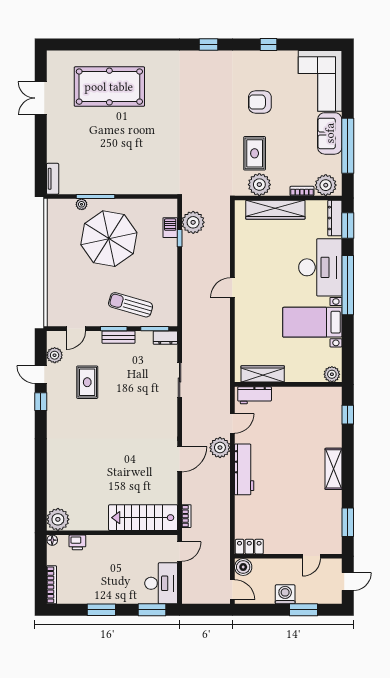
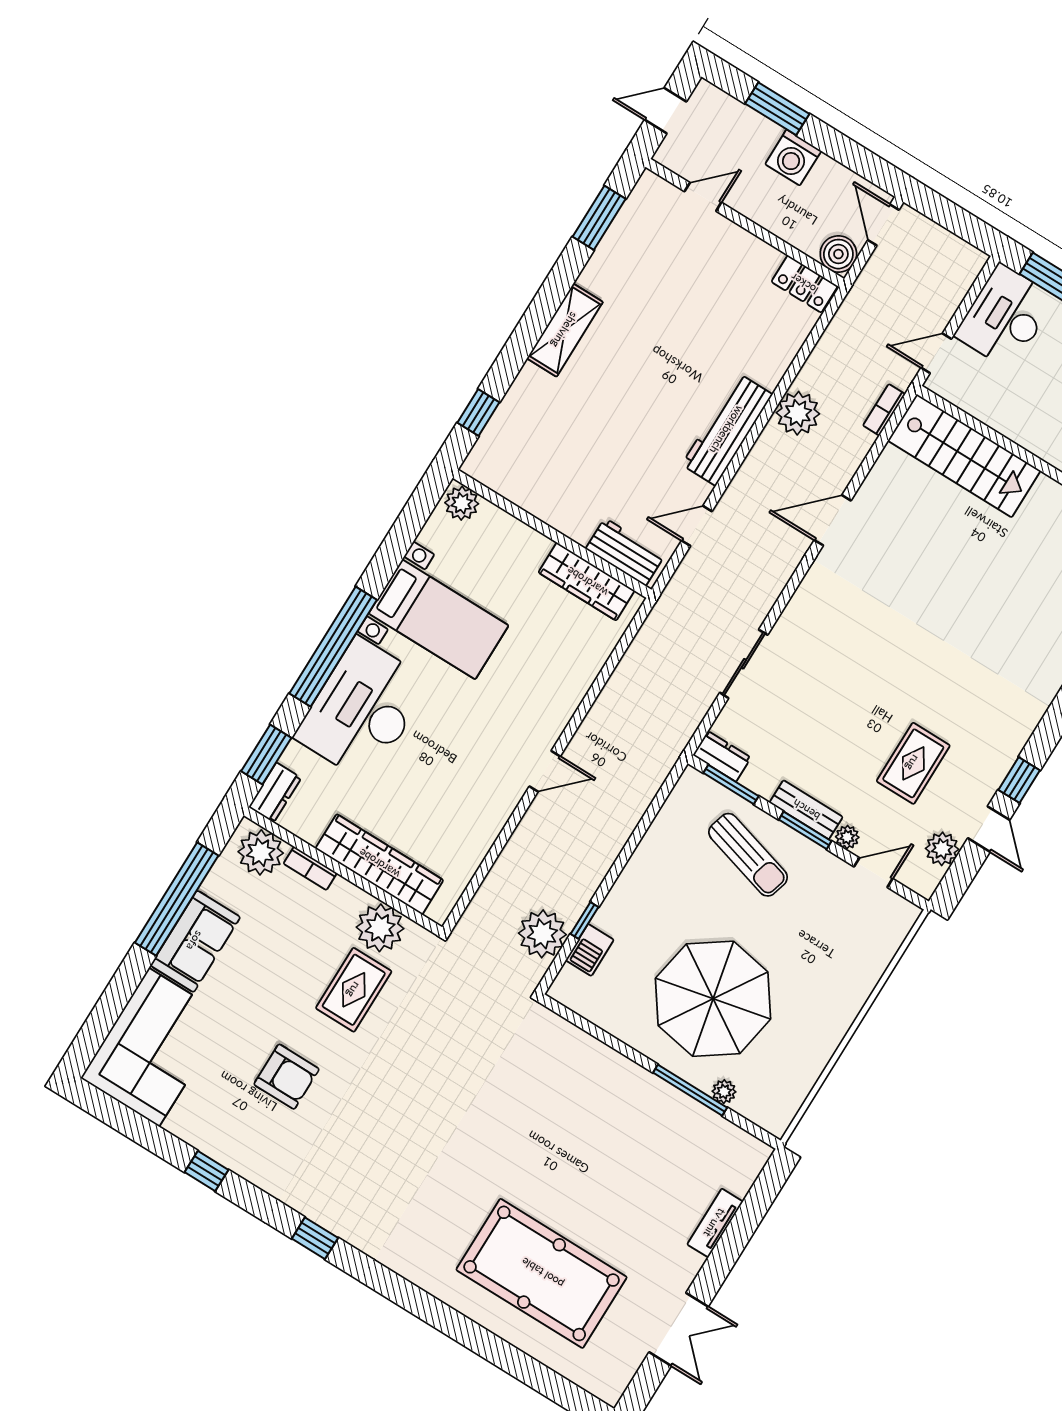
tv unit: (53, 179) -> (715, 1223), moved
dresser: (335, 218) -> (275, 792), width x0.70
plant: (95, 336) -> (847, 837), added
plant: (220, 448) -> (798, 413), moved

